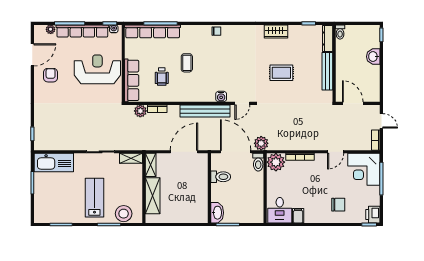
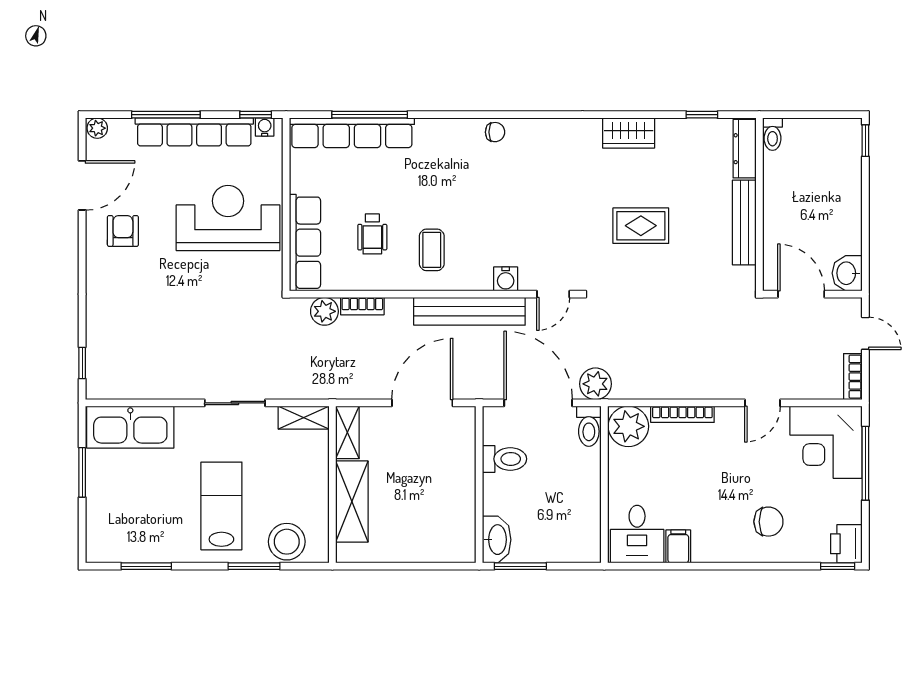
plant: (51, 29) -> (97, 128), moved
washbasin: (373, 57) -> (847, 273), moved
coffee table: (187, 63) -> (432, 250), moved

